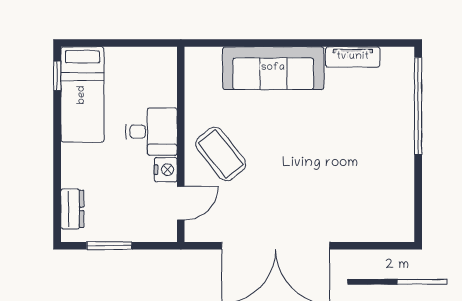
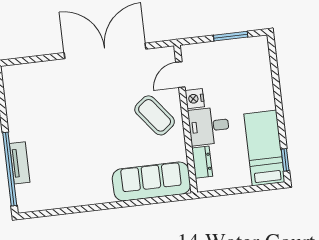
tv unit: (353, 57) -> (20, 163), moved, turned 90
sofa: (273, 68) -> (151, 181), moved
dresser: (72, 209) -> (202, 162), moved, turned 180

